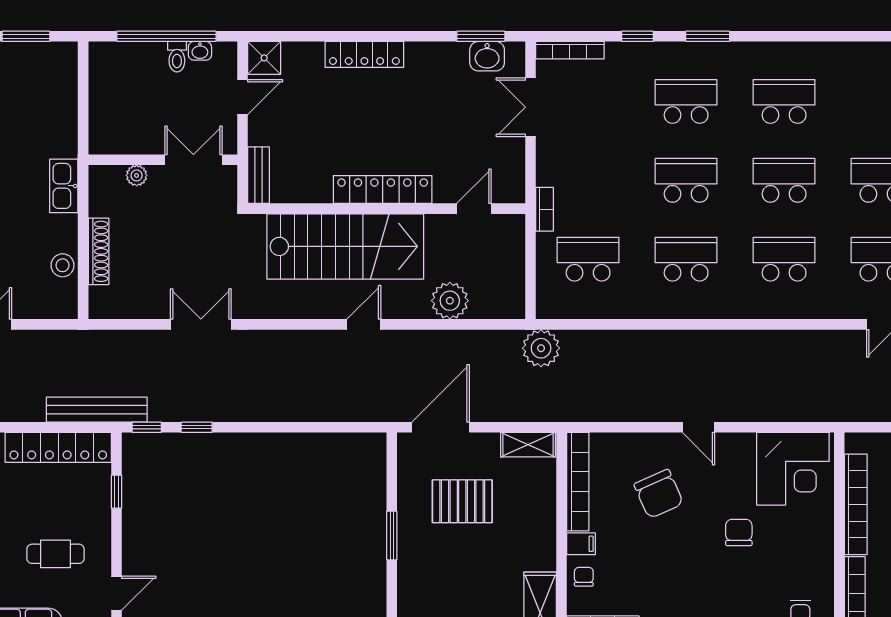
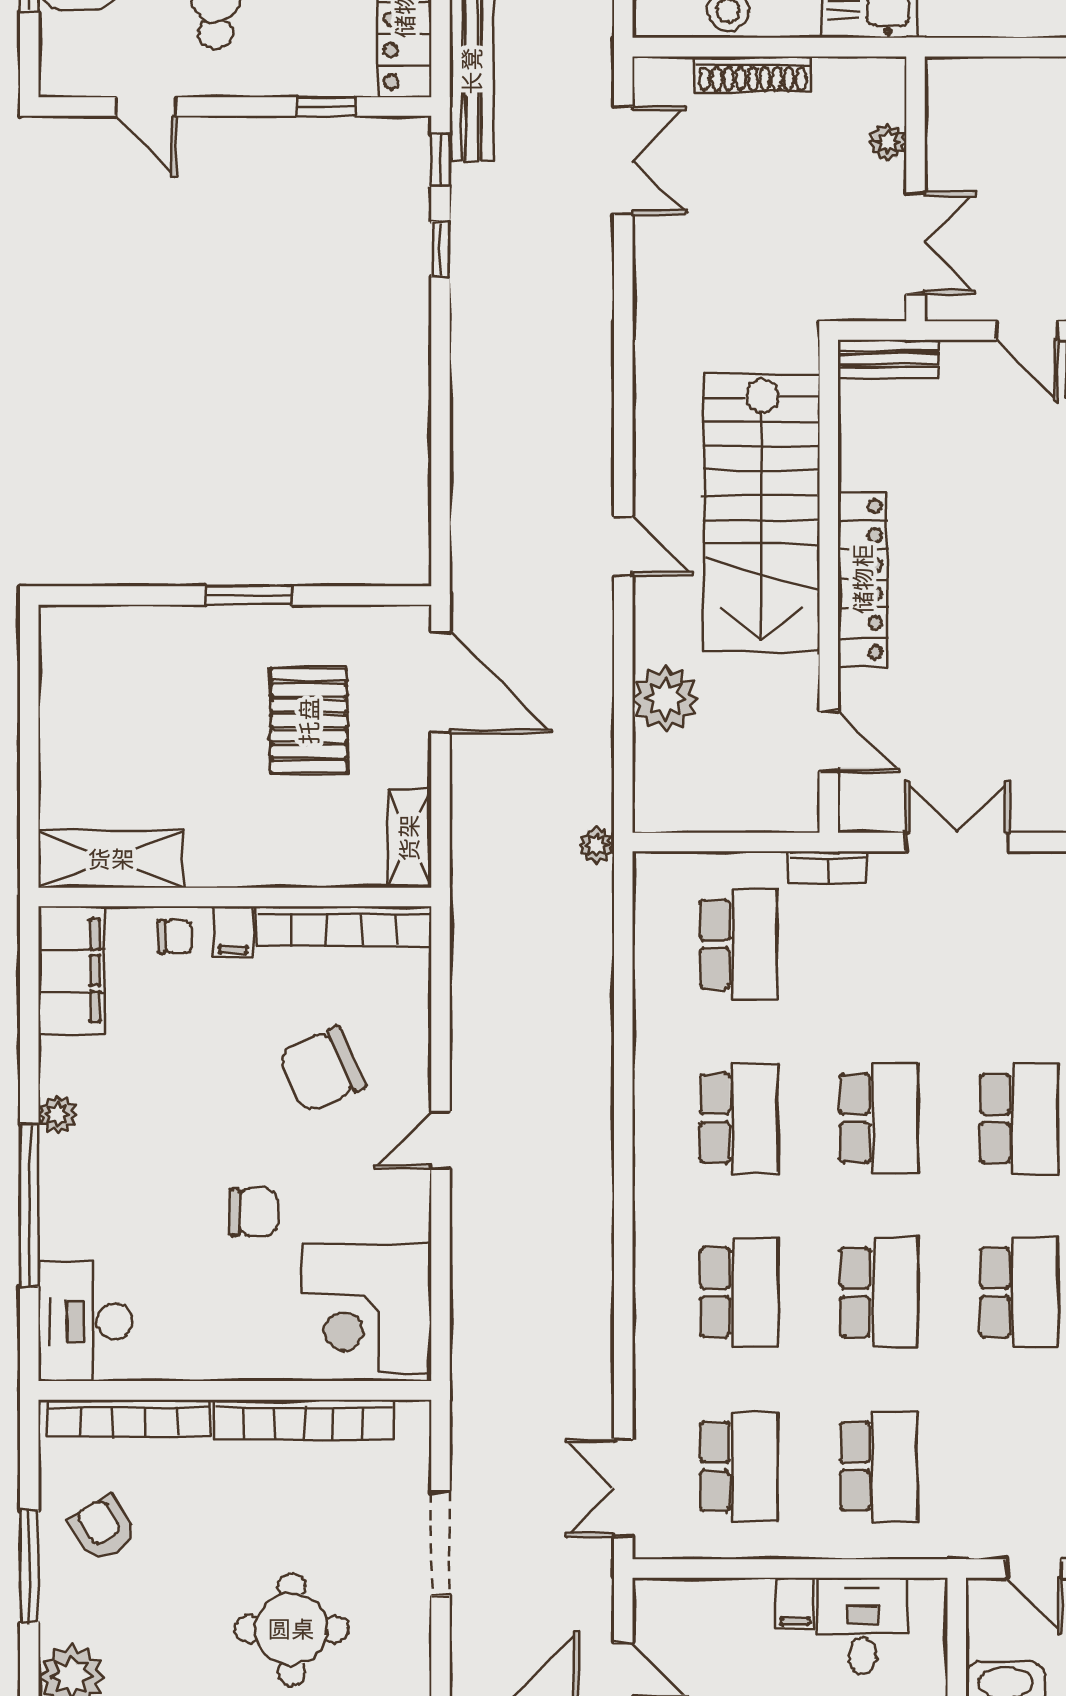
double door: (531, 107) -> (957, 842), moved
double door: (201, 324) -> (623, 160), moved
plant: (541, 348) -> (596, 845), width x0.53, depth x0.53

